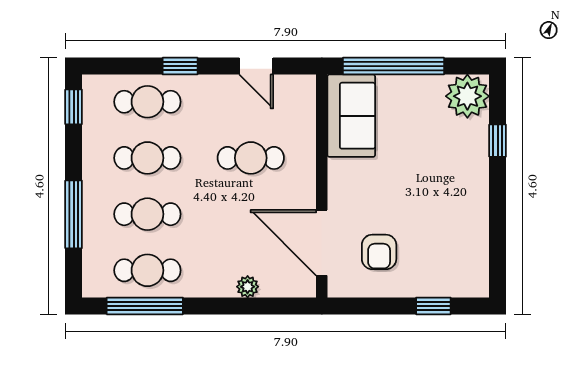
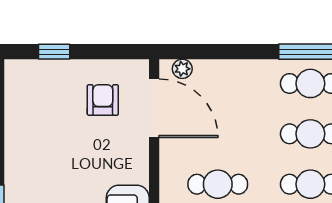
plant: (248, 287) -> (182, 69), moved

